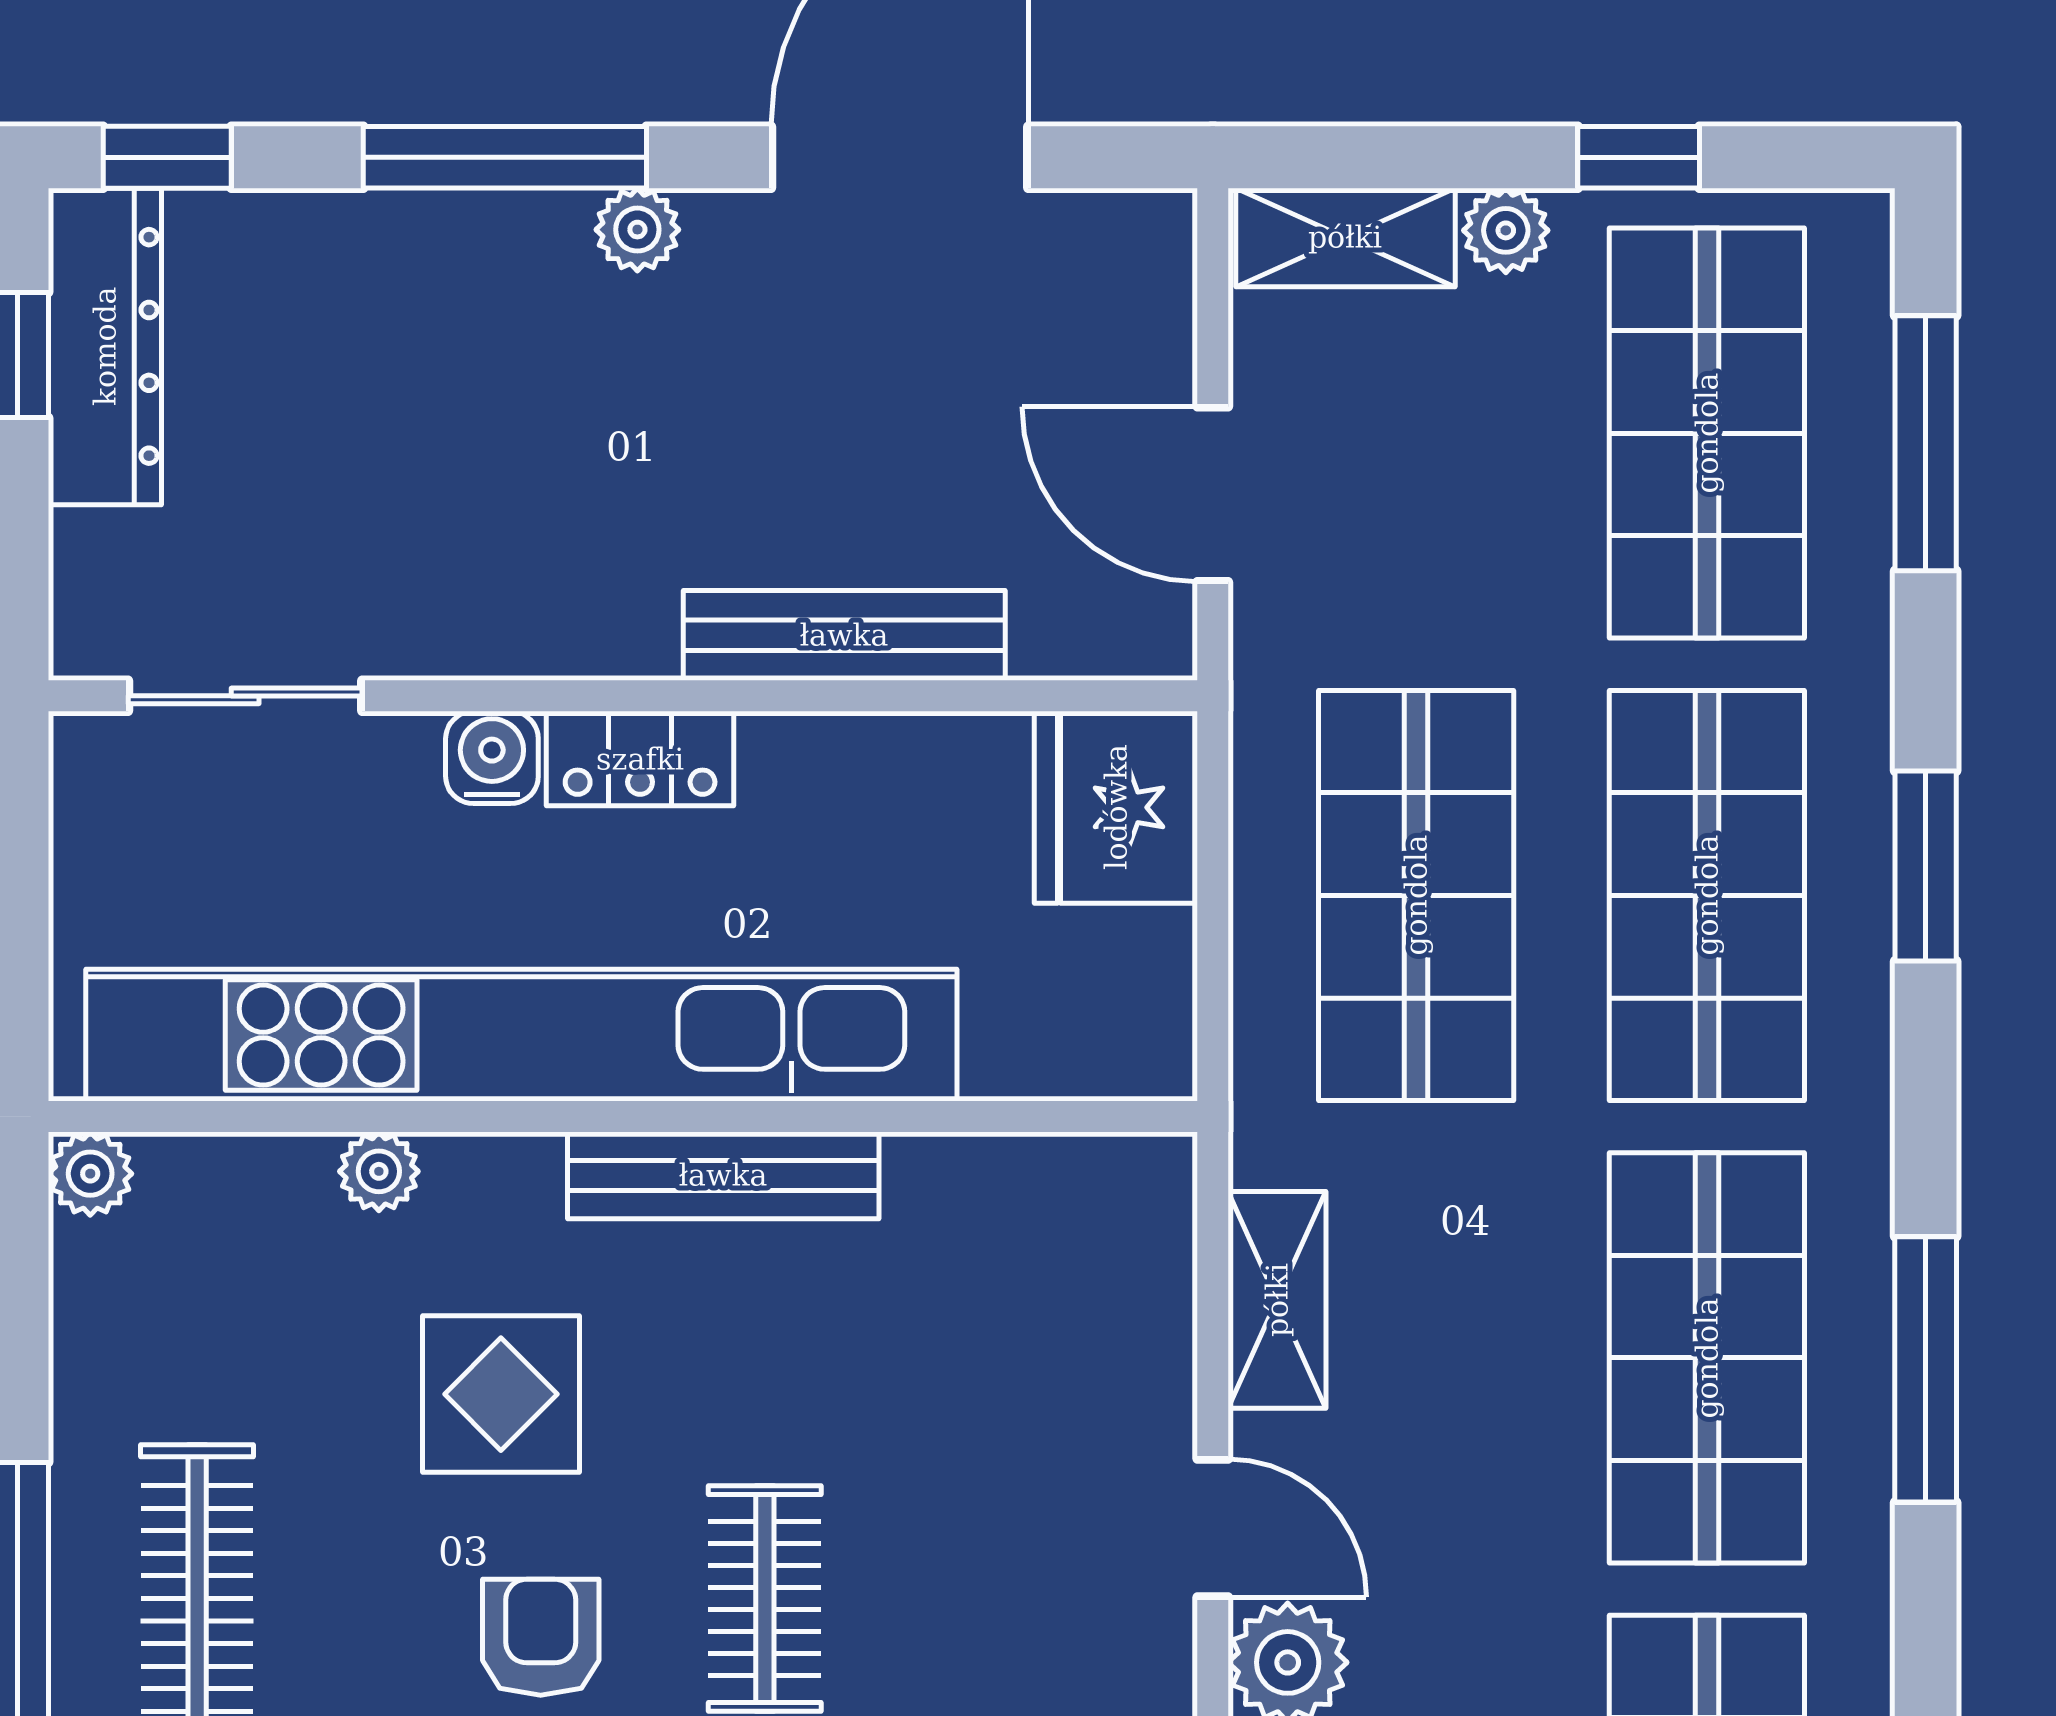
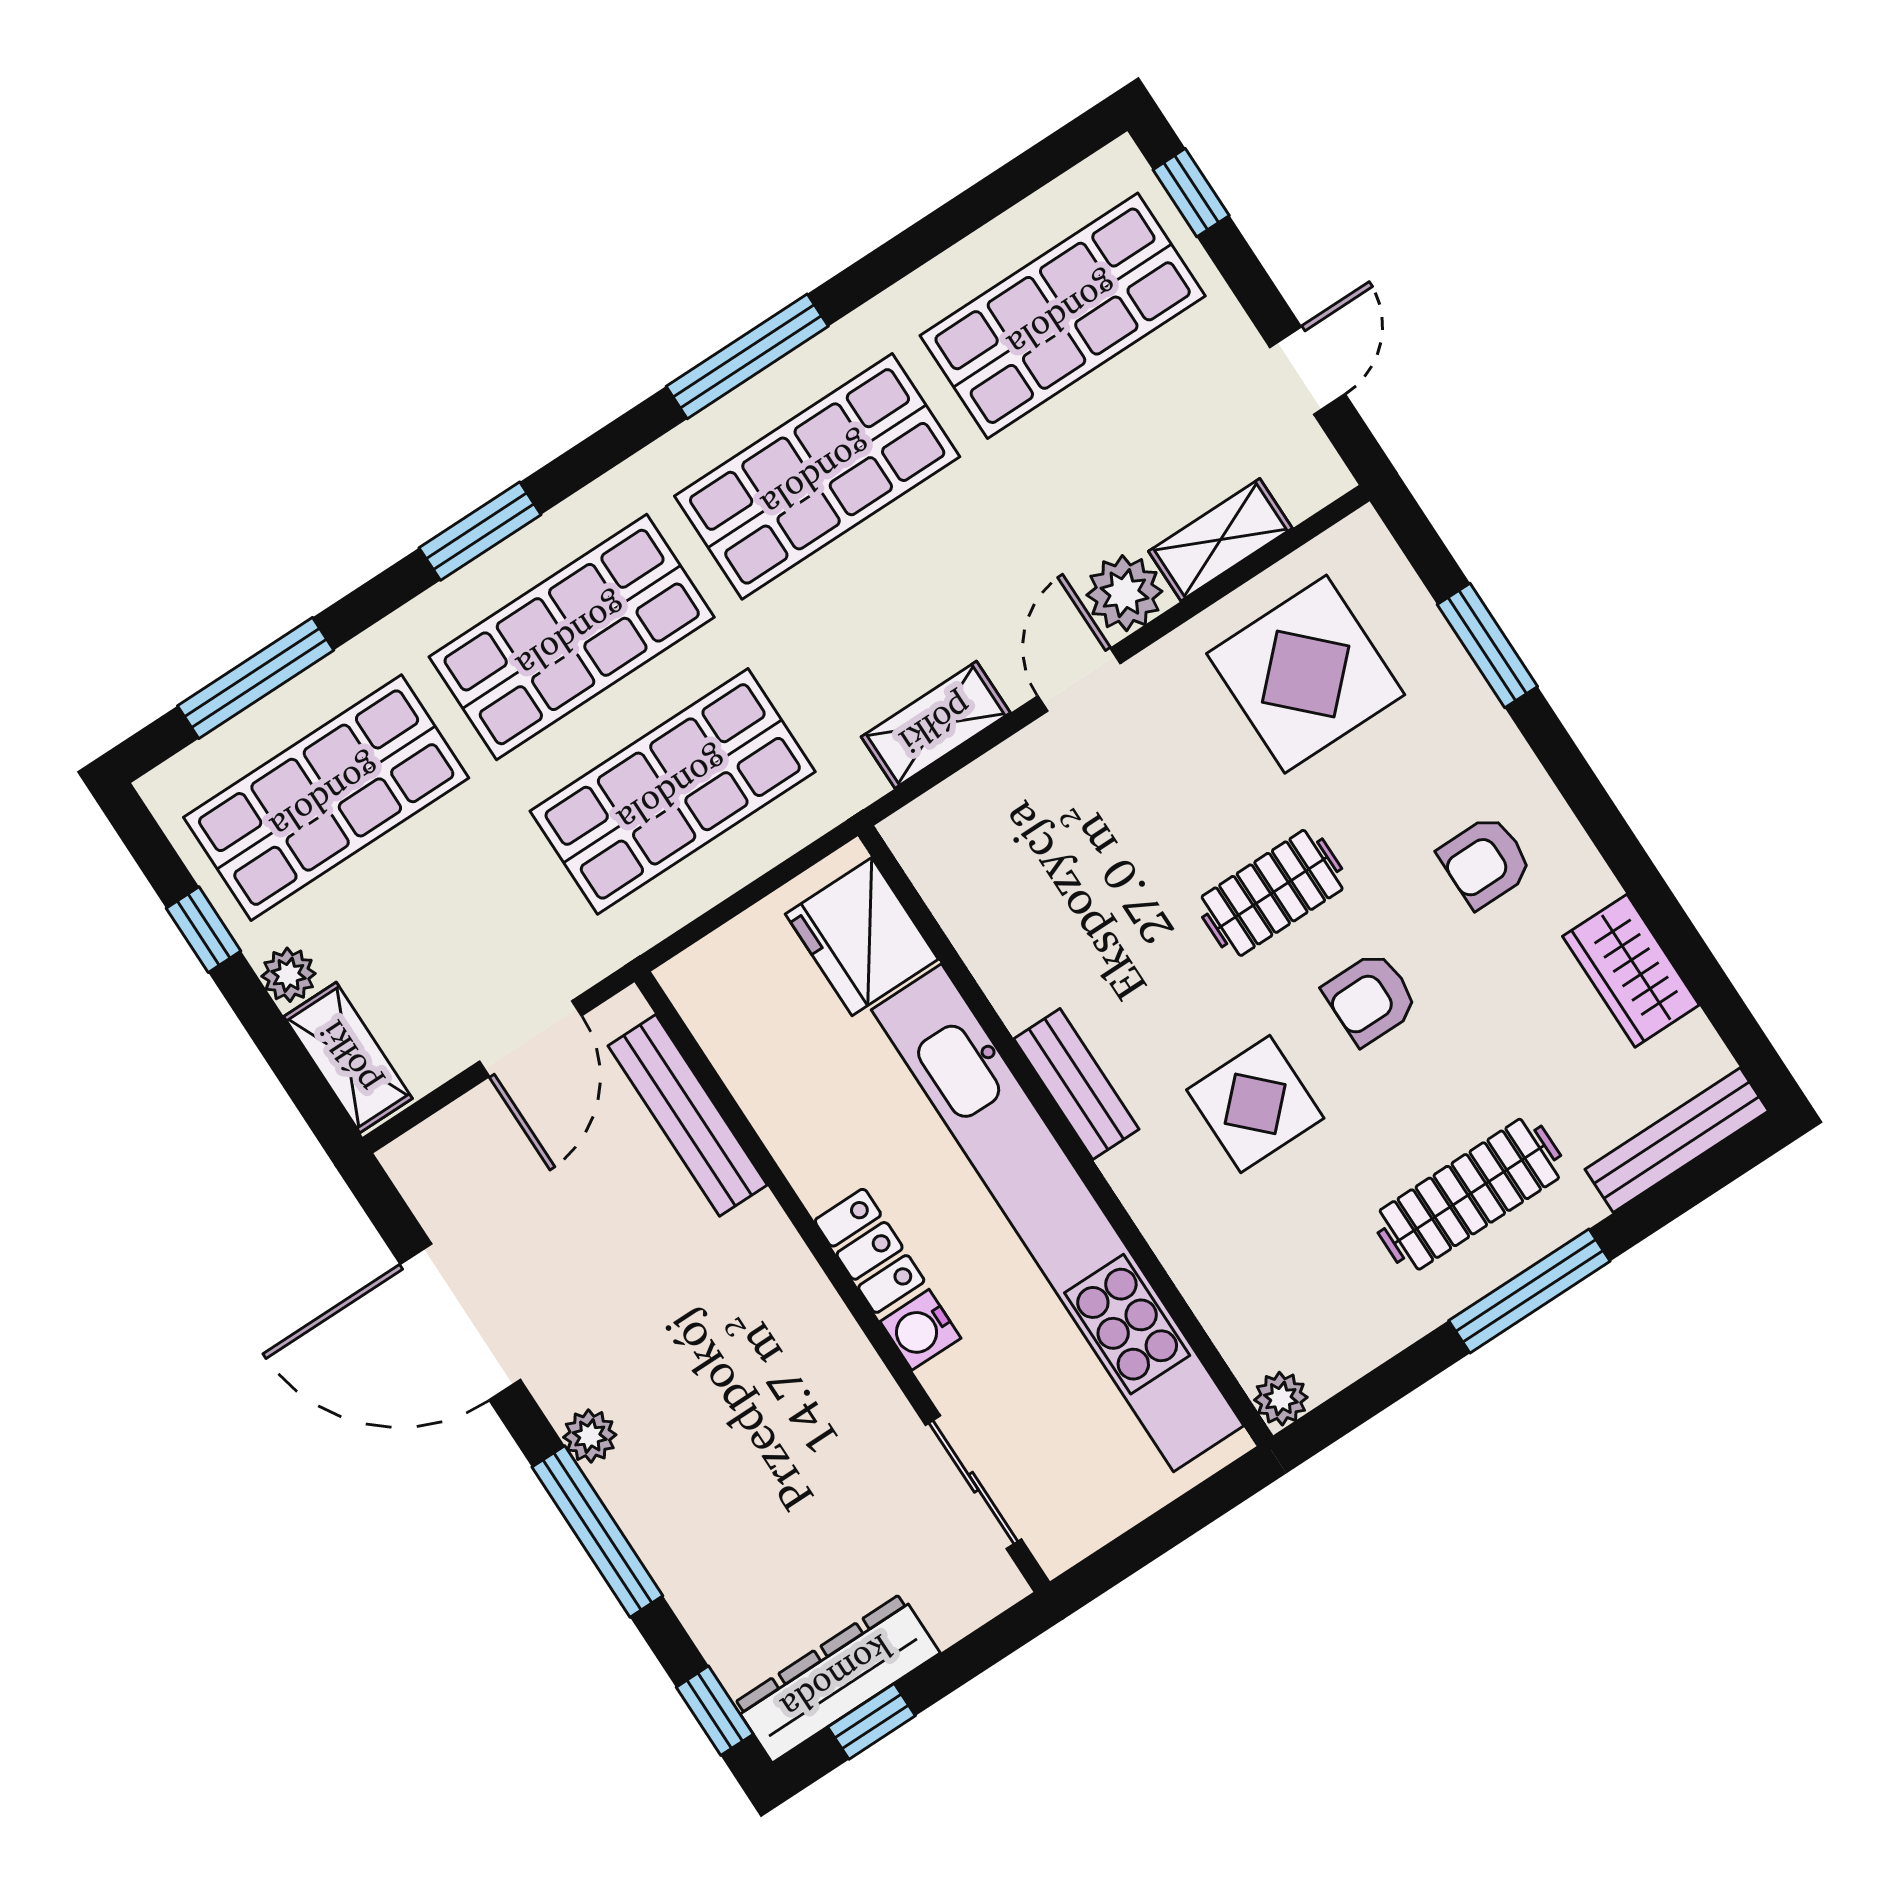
bench: (844, 635) -> (688, 1115), moved
fridge: (1116, 807) -> (862, 937), moved, turned 90
plant: (379, 1171) -> (1179, 1246), removed
bench: (723, 1175) -> (1076, 1084), width x0.73

